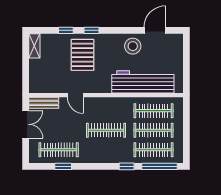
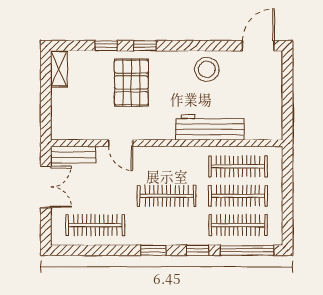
door: (155, 30) -> (258, 46), moved
workbench: (143, 82) -> (210, 127), width x0.73, depth x0.76
window: (63, 166) -> (153, 250), moved

